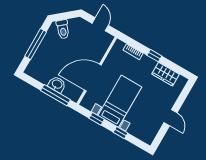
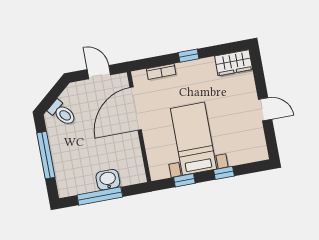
wardrobe: (165, 74) -> (234, 63), moved
door: (93, 78) -> (136, 109), moved
window: (56, 95) -> (100, 196), moved

